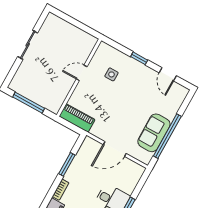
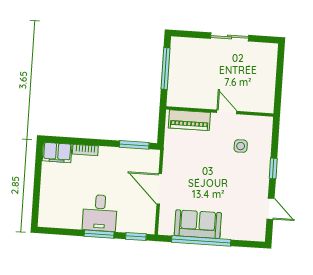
door: (168, 74) -> (271, 209), swing flipped
piano: (77, 118) -> (189, 120), moved, turned 90
window: (67, 164) -> (134, 145), moved
window: (141, 183) -> (136, 236), added

